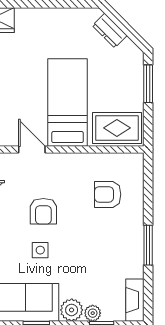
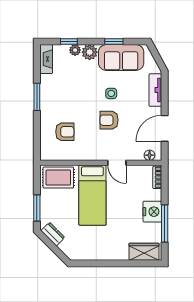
dresser: (110, 31) -> (53, 234), moved
armchair: (43, 211) -> (109, 120), turned -90

